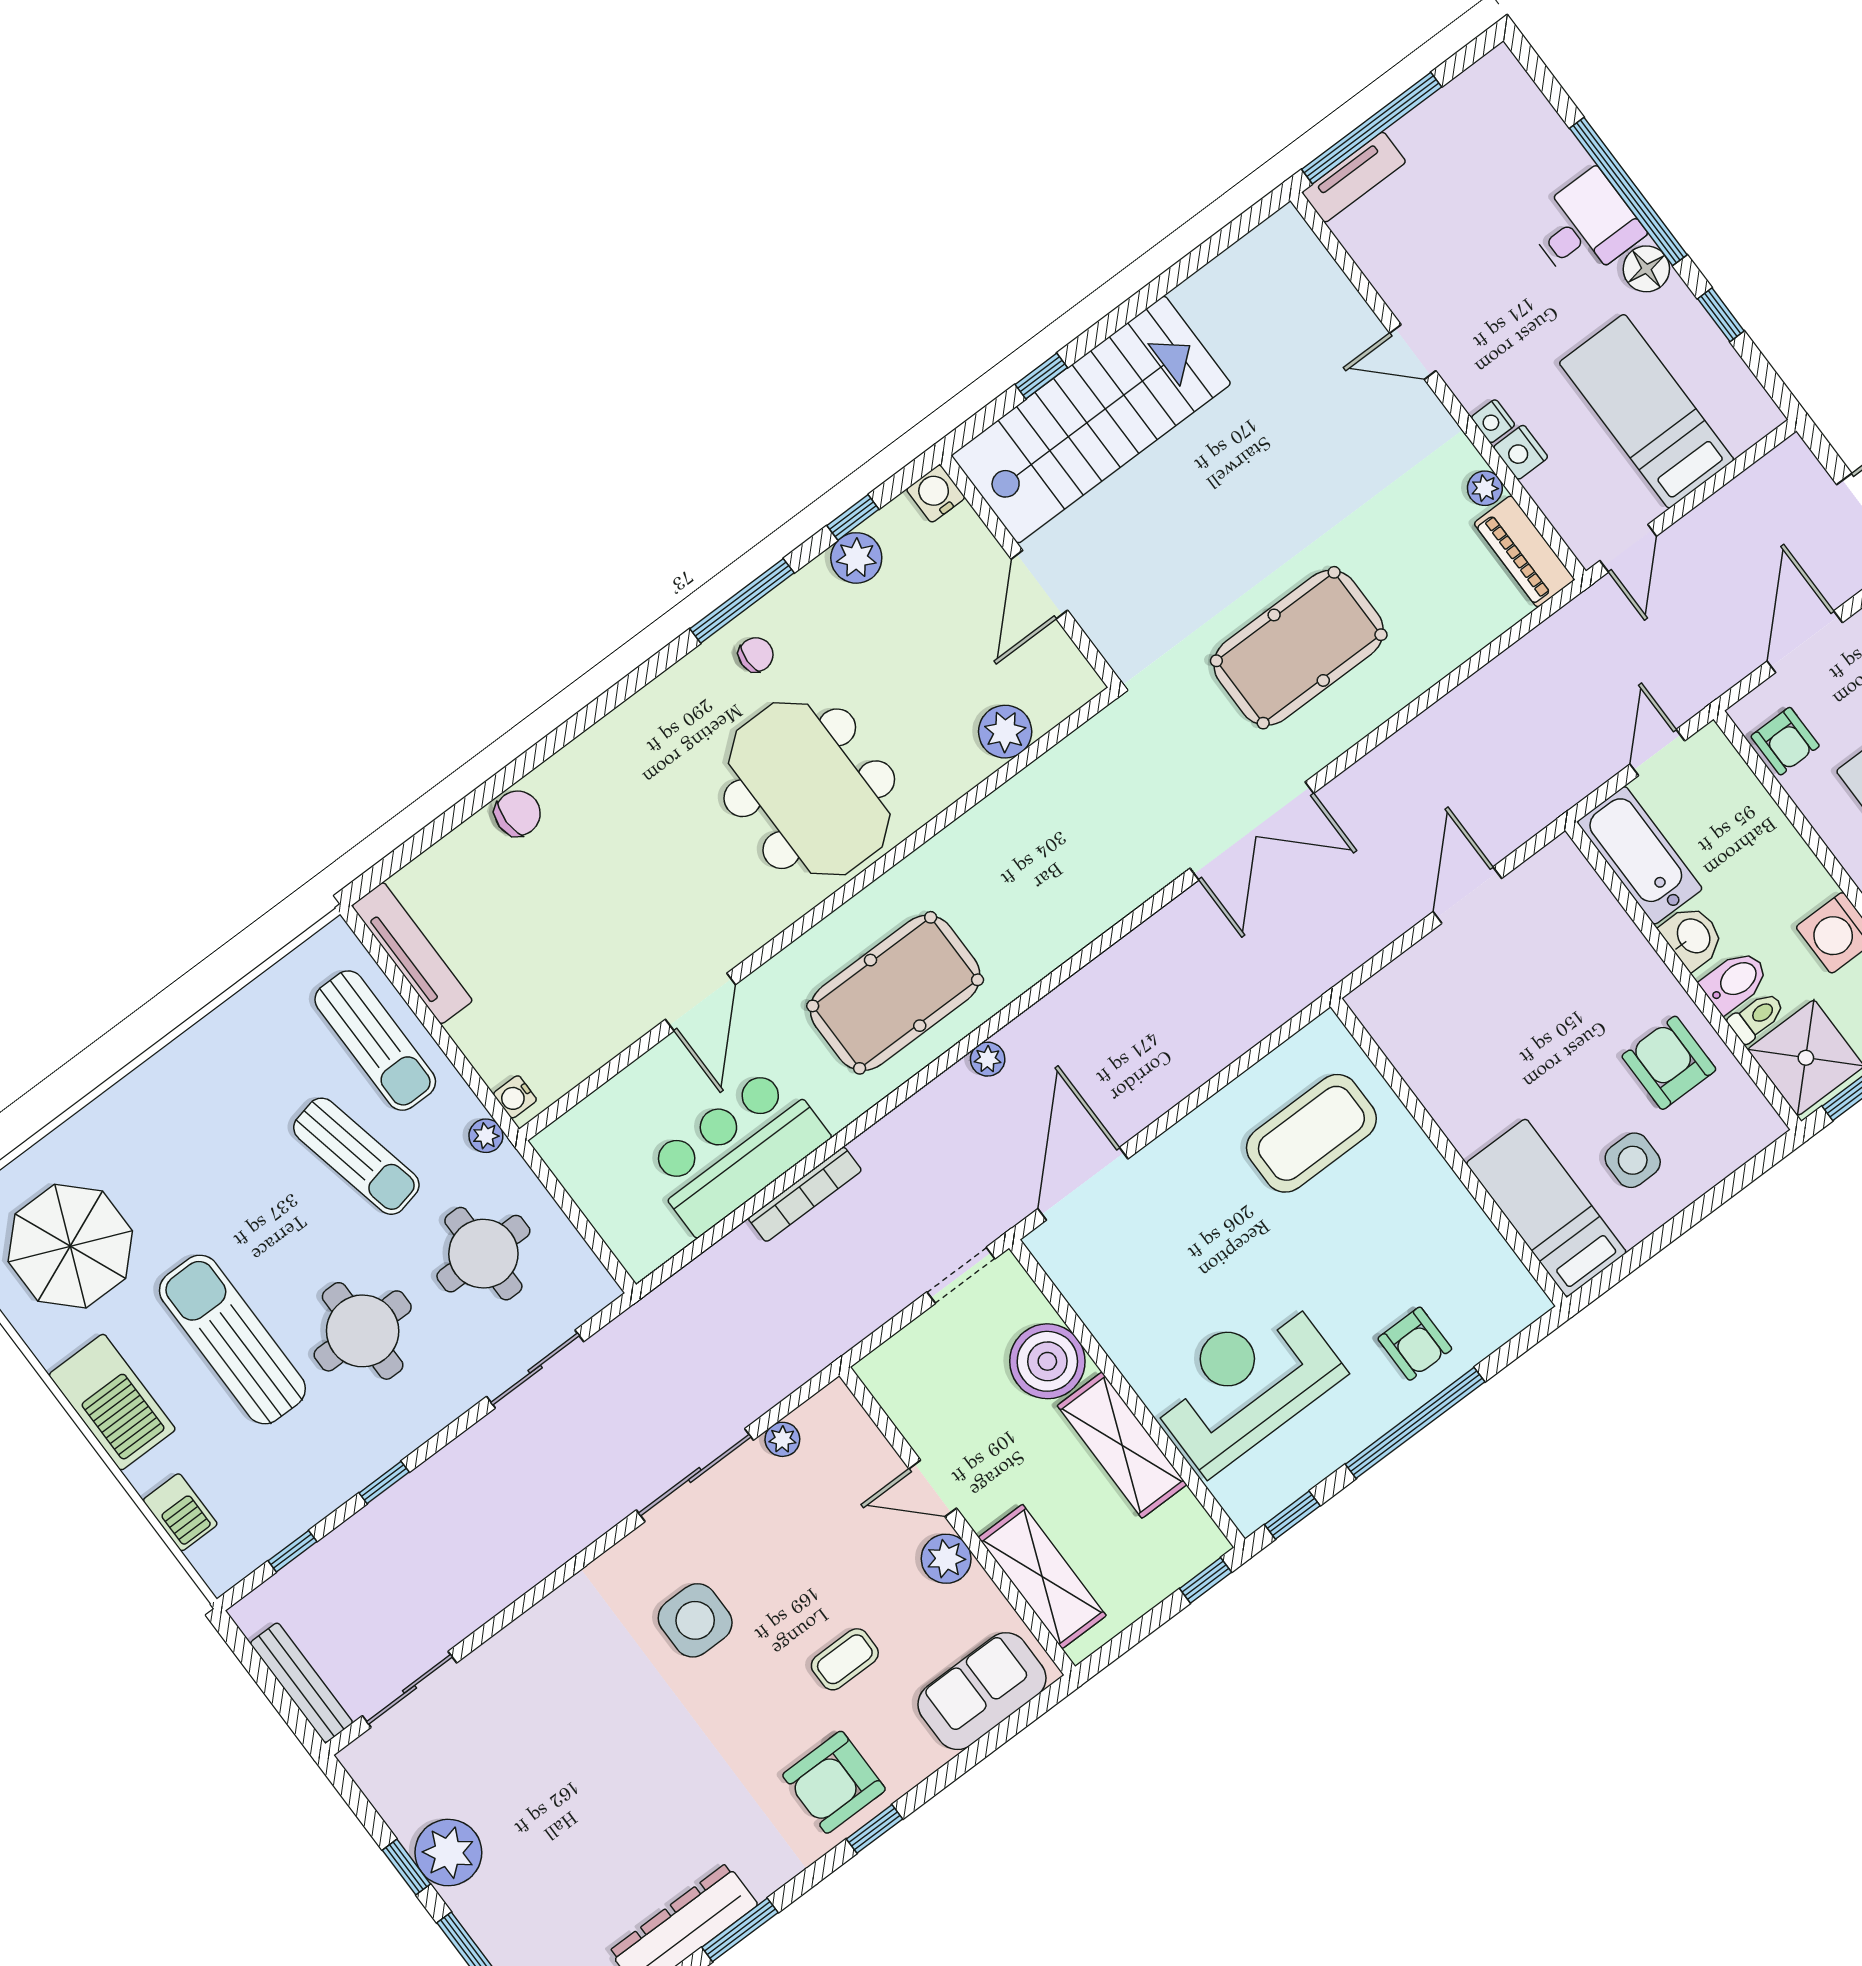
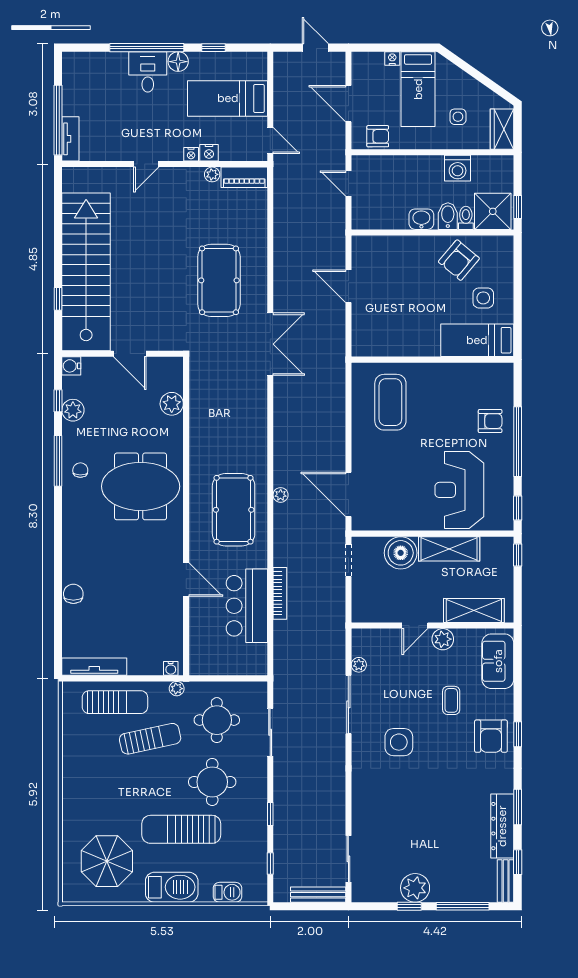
stairs: (1091, 420) -> (86, 272), width x1.36
bathtub: (1640, 855) -> (379, 216), removed
armchair: (1669, 1063) -> (459, 260), turned -50

